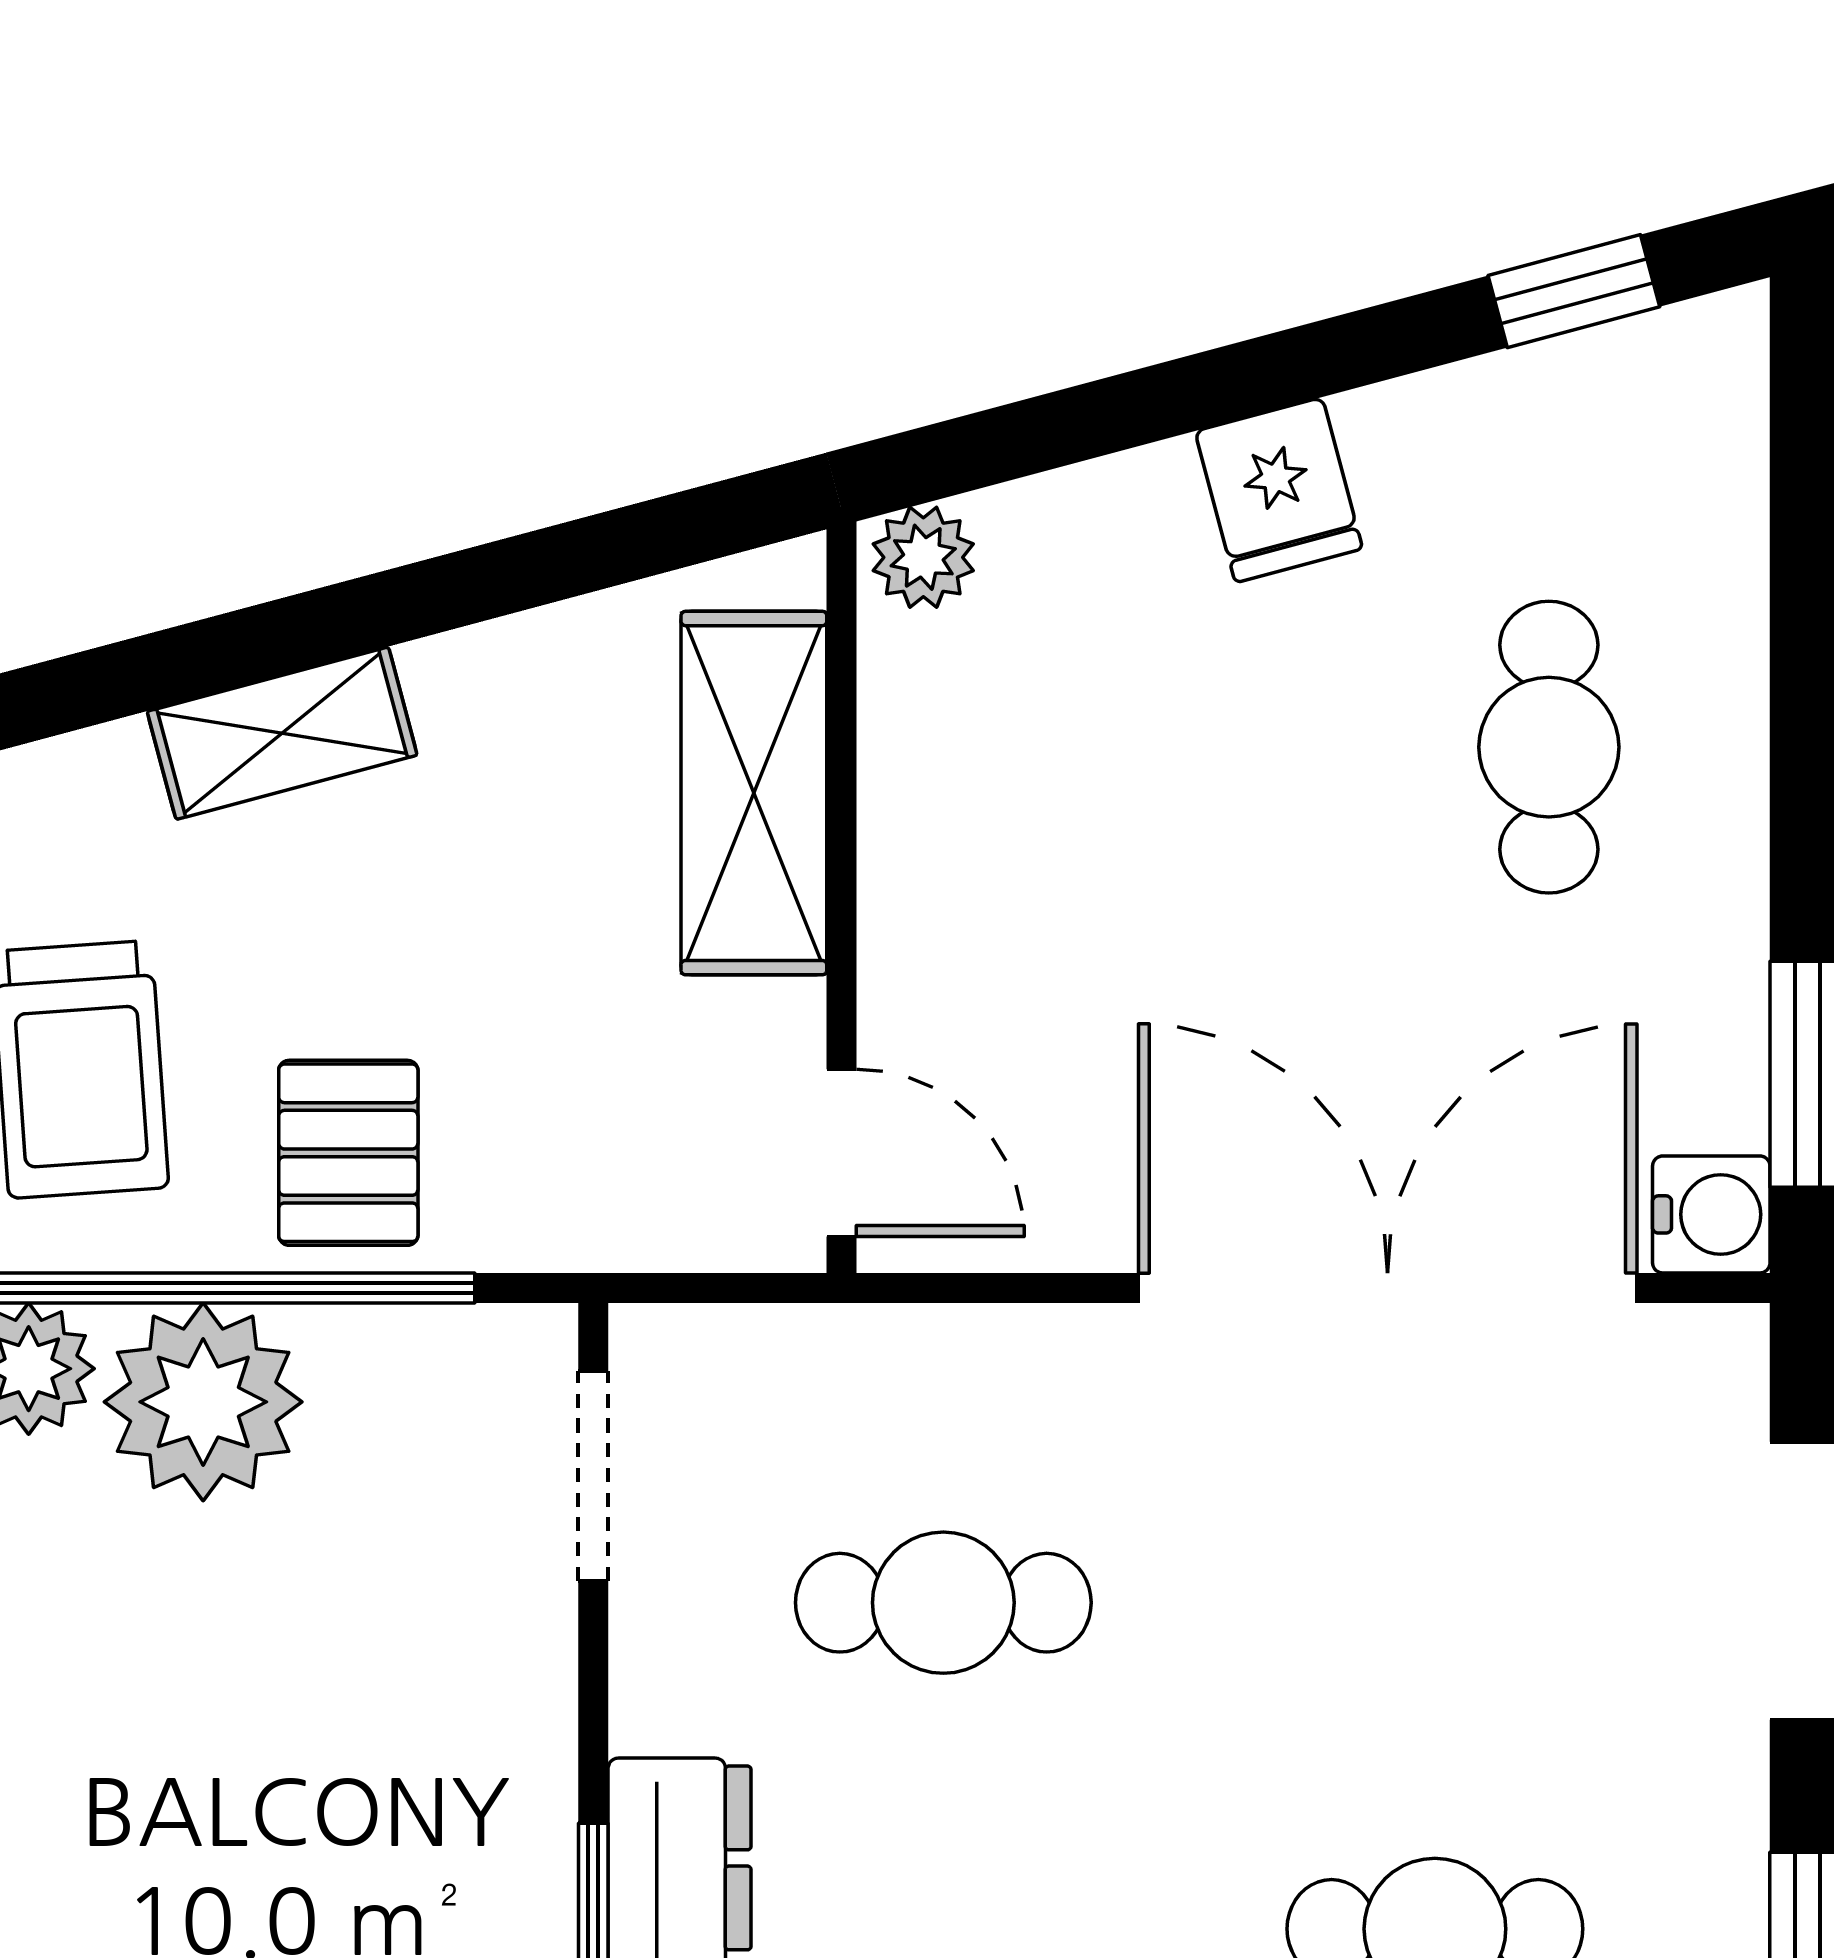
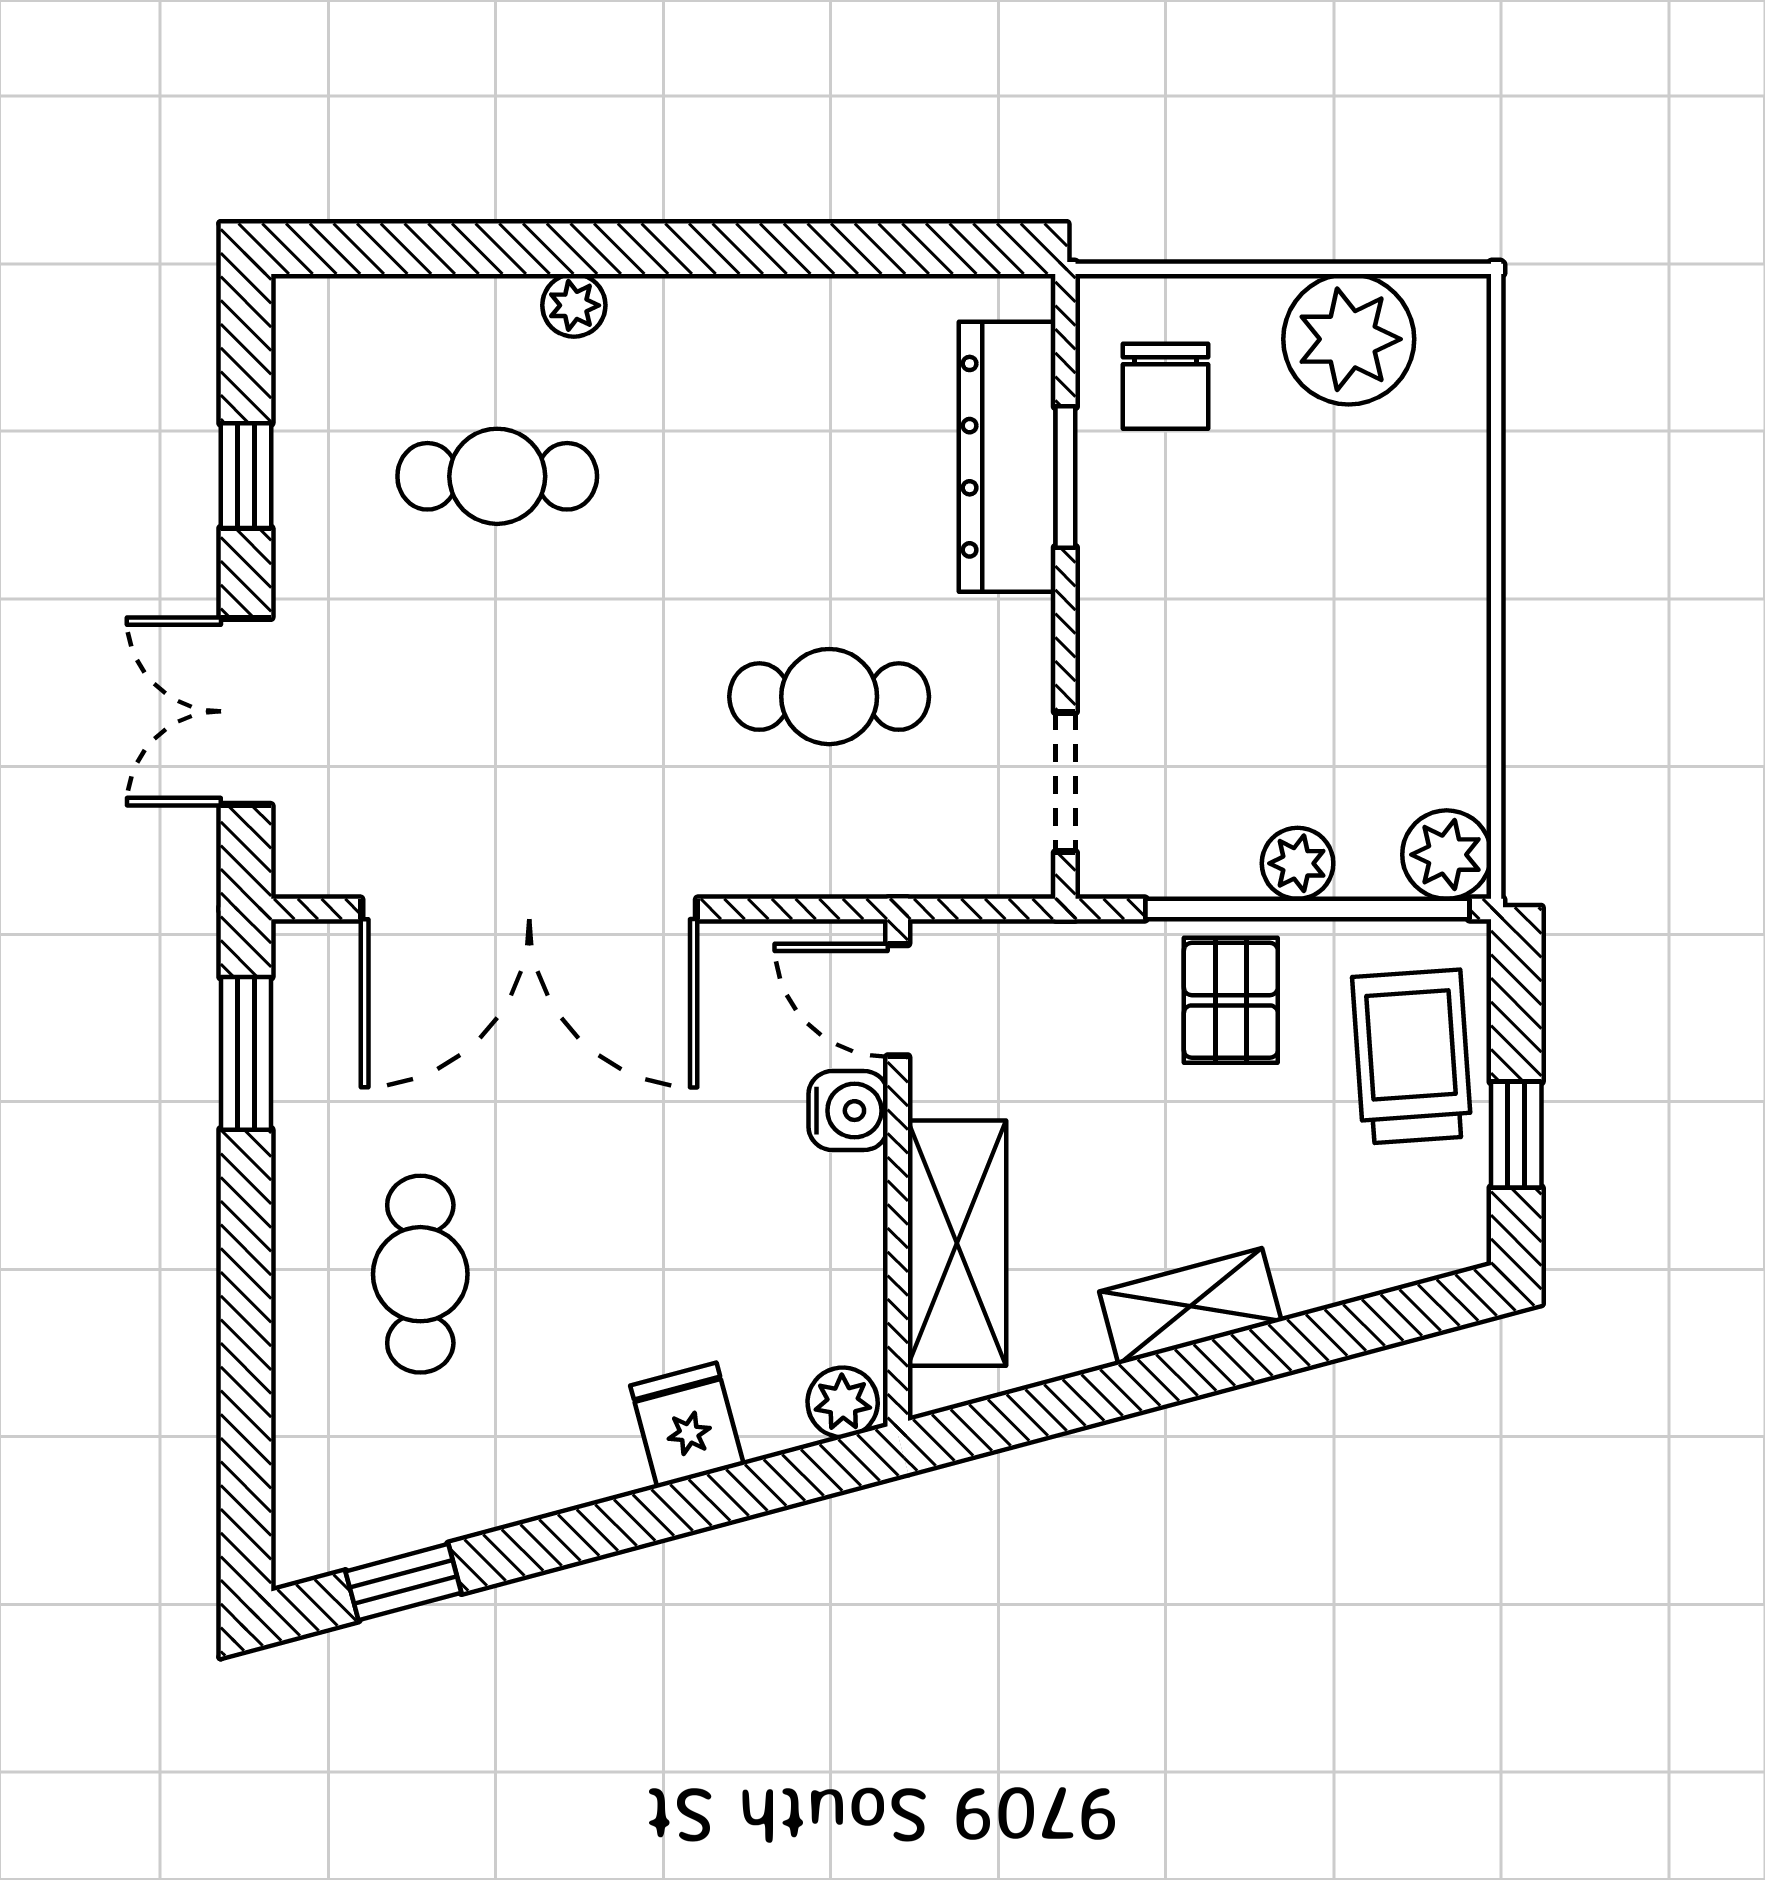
fridge: (1279, 490) -> (687, 1425), moved
shelving: (282, 733) -> (1190, 1306), moved
water cooler: (1711, 1214) -> (848, 1111), moved, turned 180
plant: (203, 1402) -> (1298, 863), width x0.53, depth x0.53

